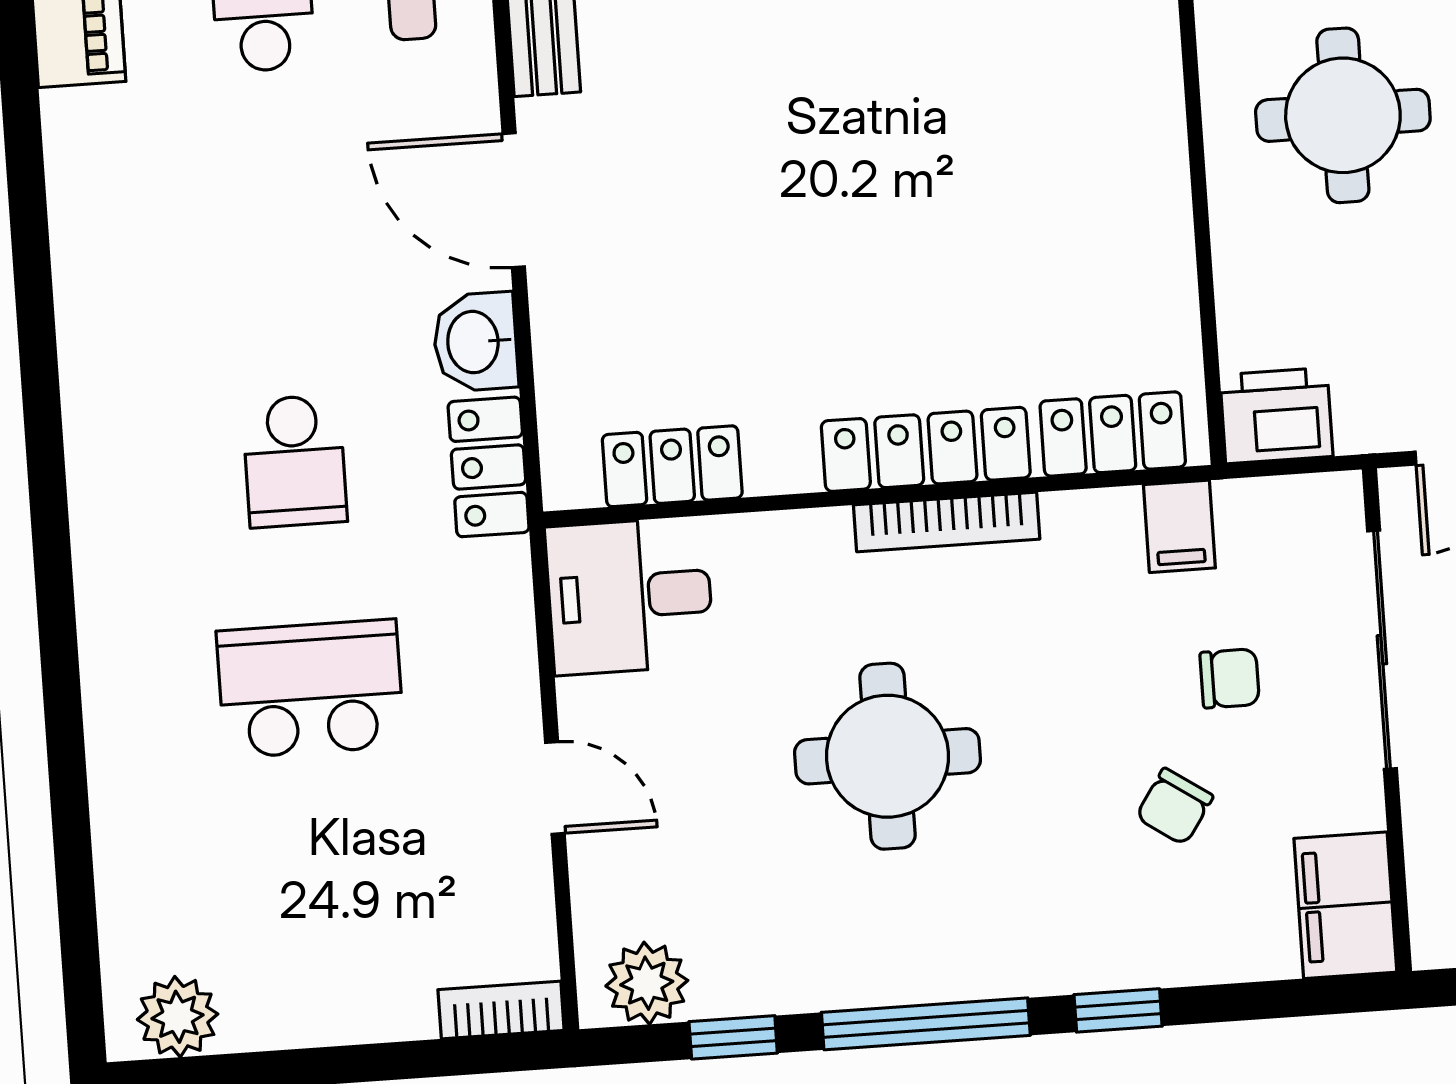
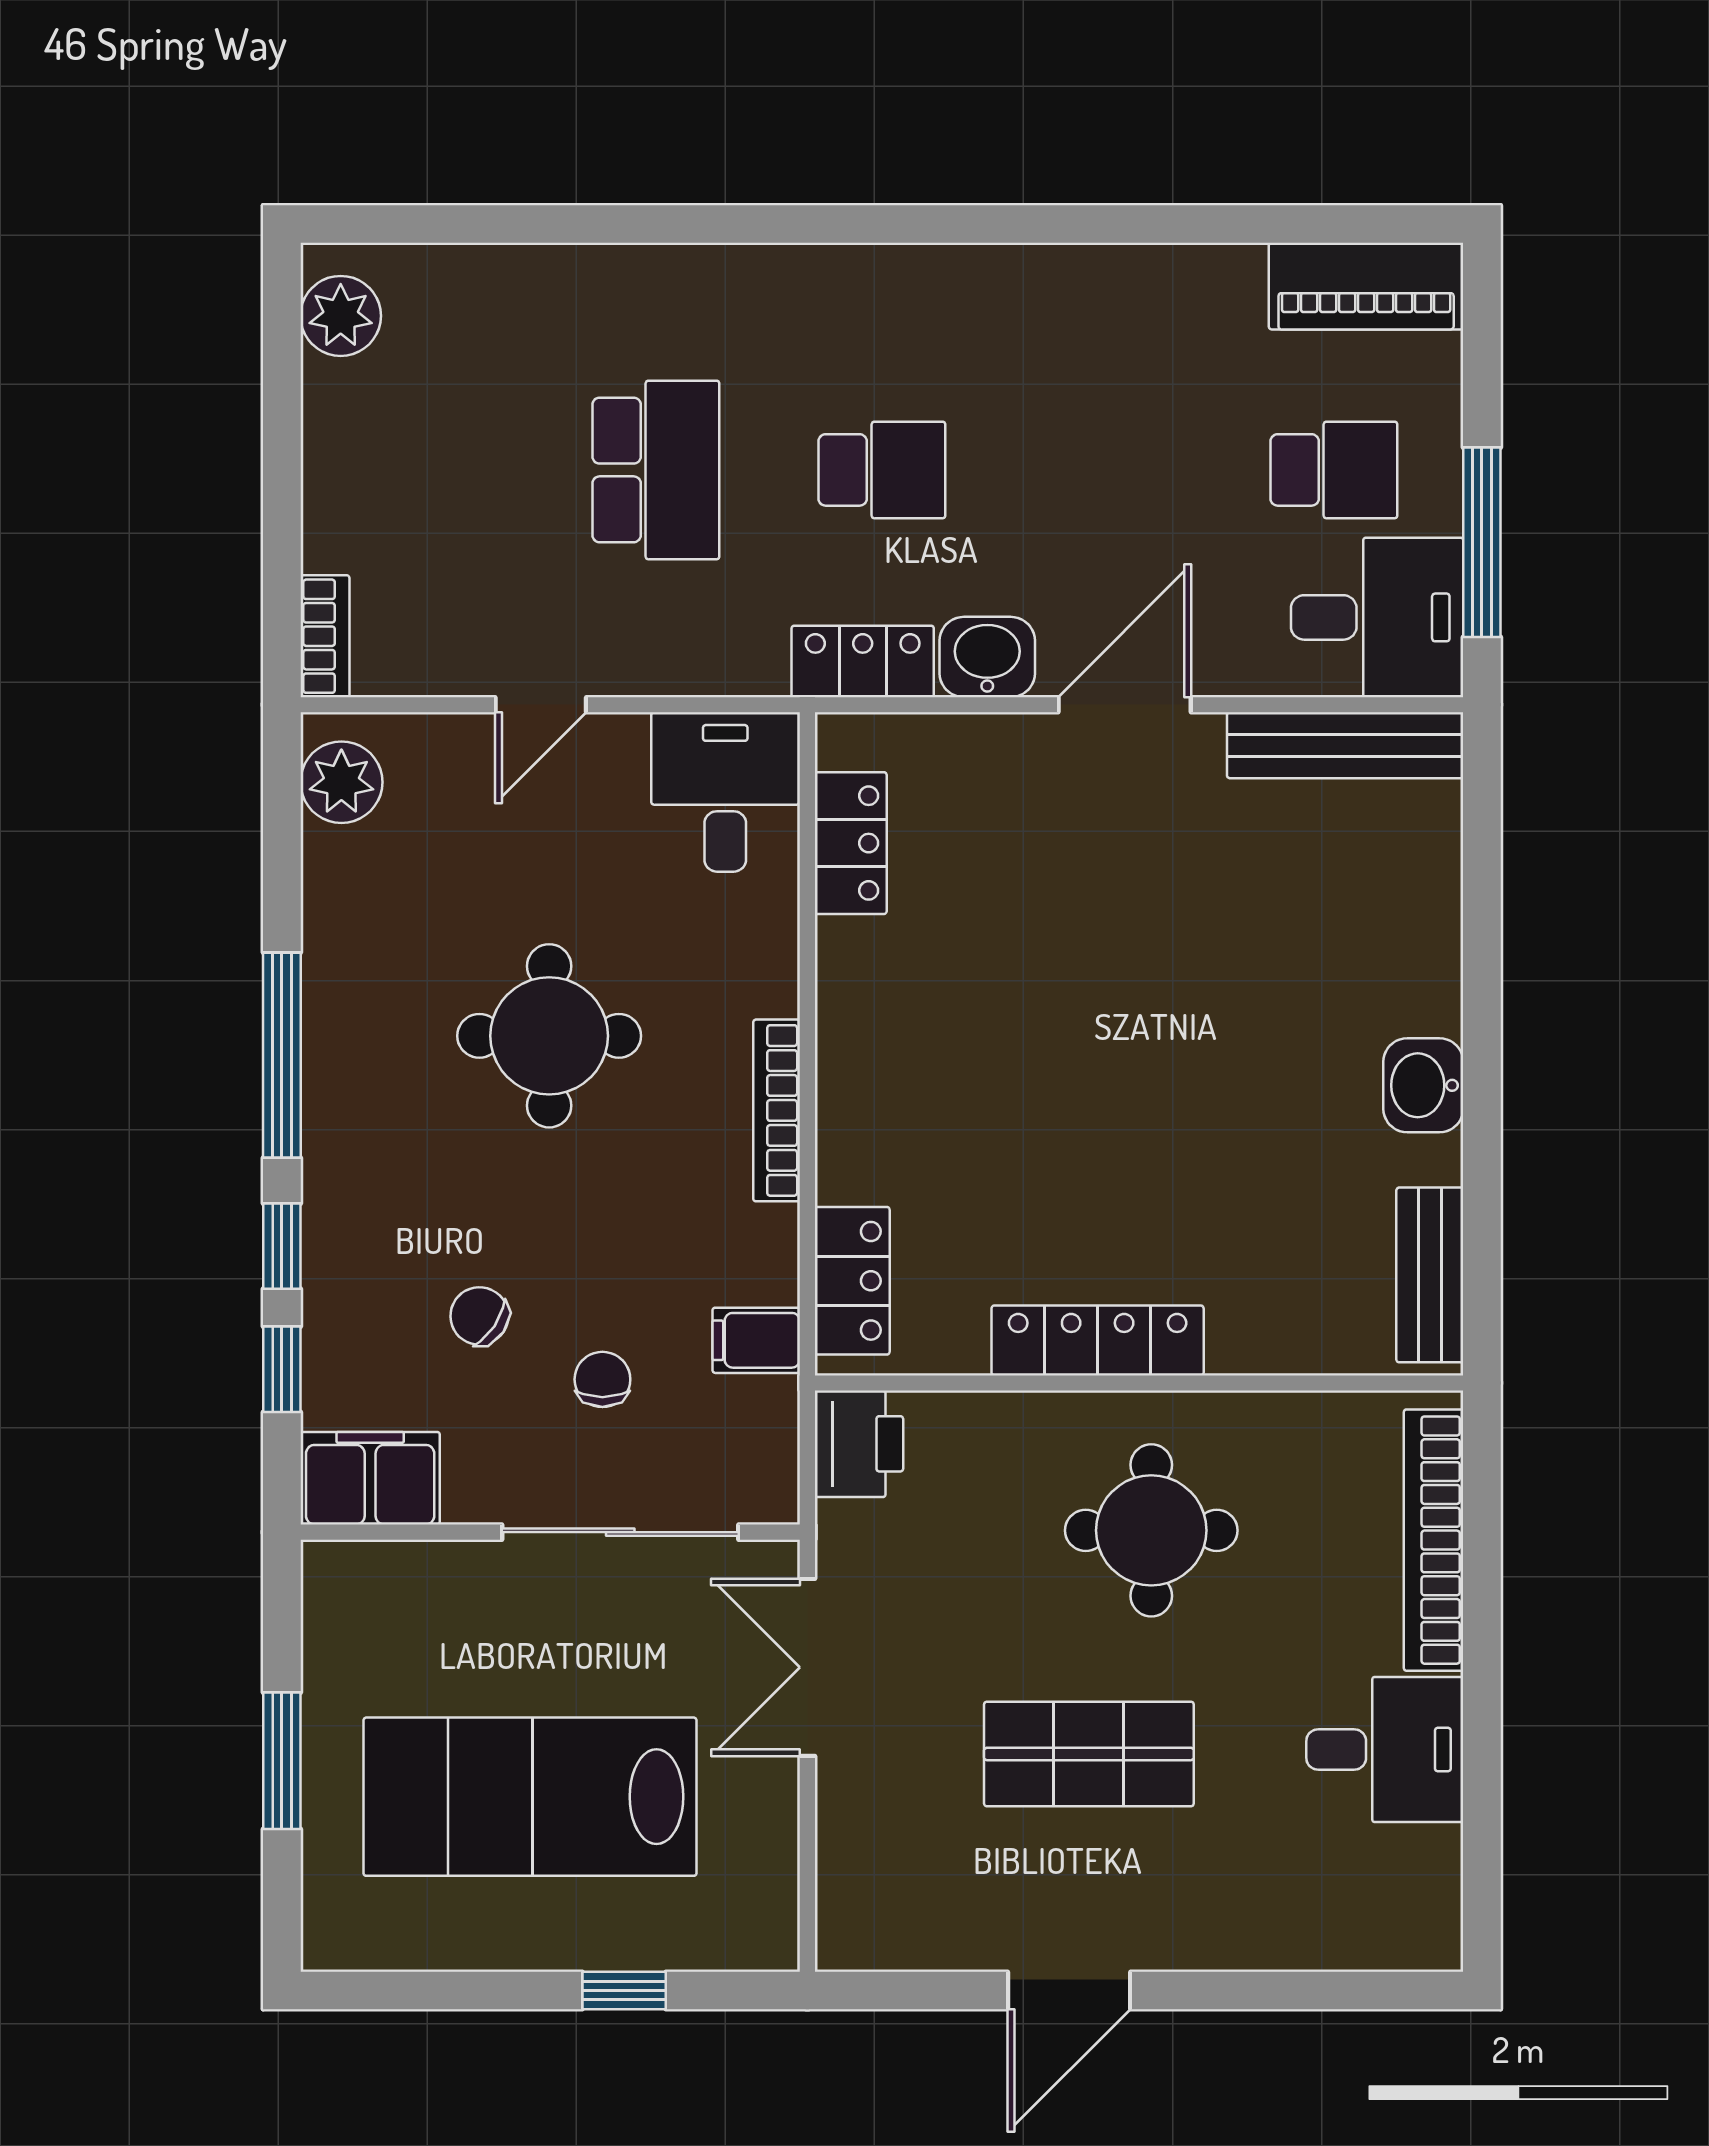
locker: (926, 449) -> (1098, 1340), moved, turned -90
school desk: (294, 461) -> (882, 470), turned 180
chair: (1230, 678) -> (602, 1379), turned 180
window: (733, 1037) -> (282, 1369), moved

